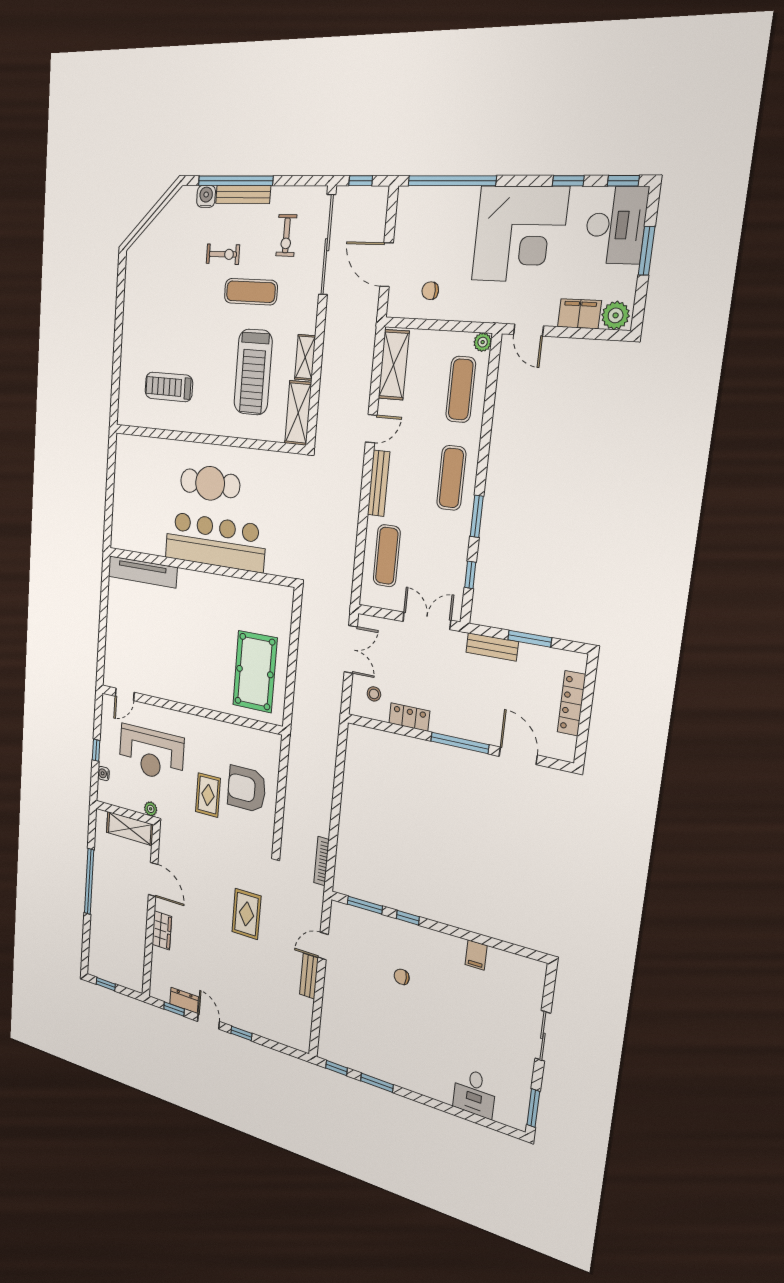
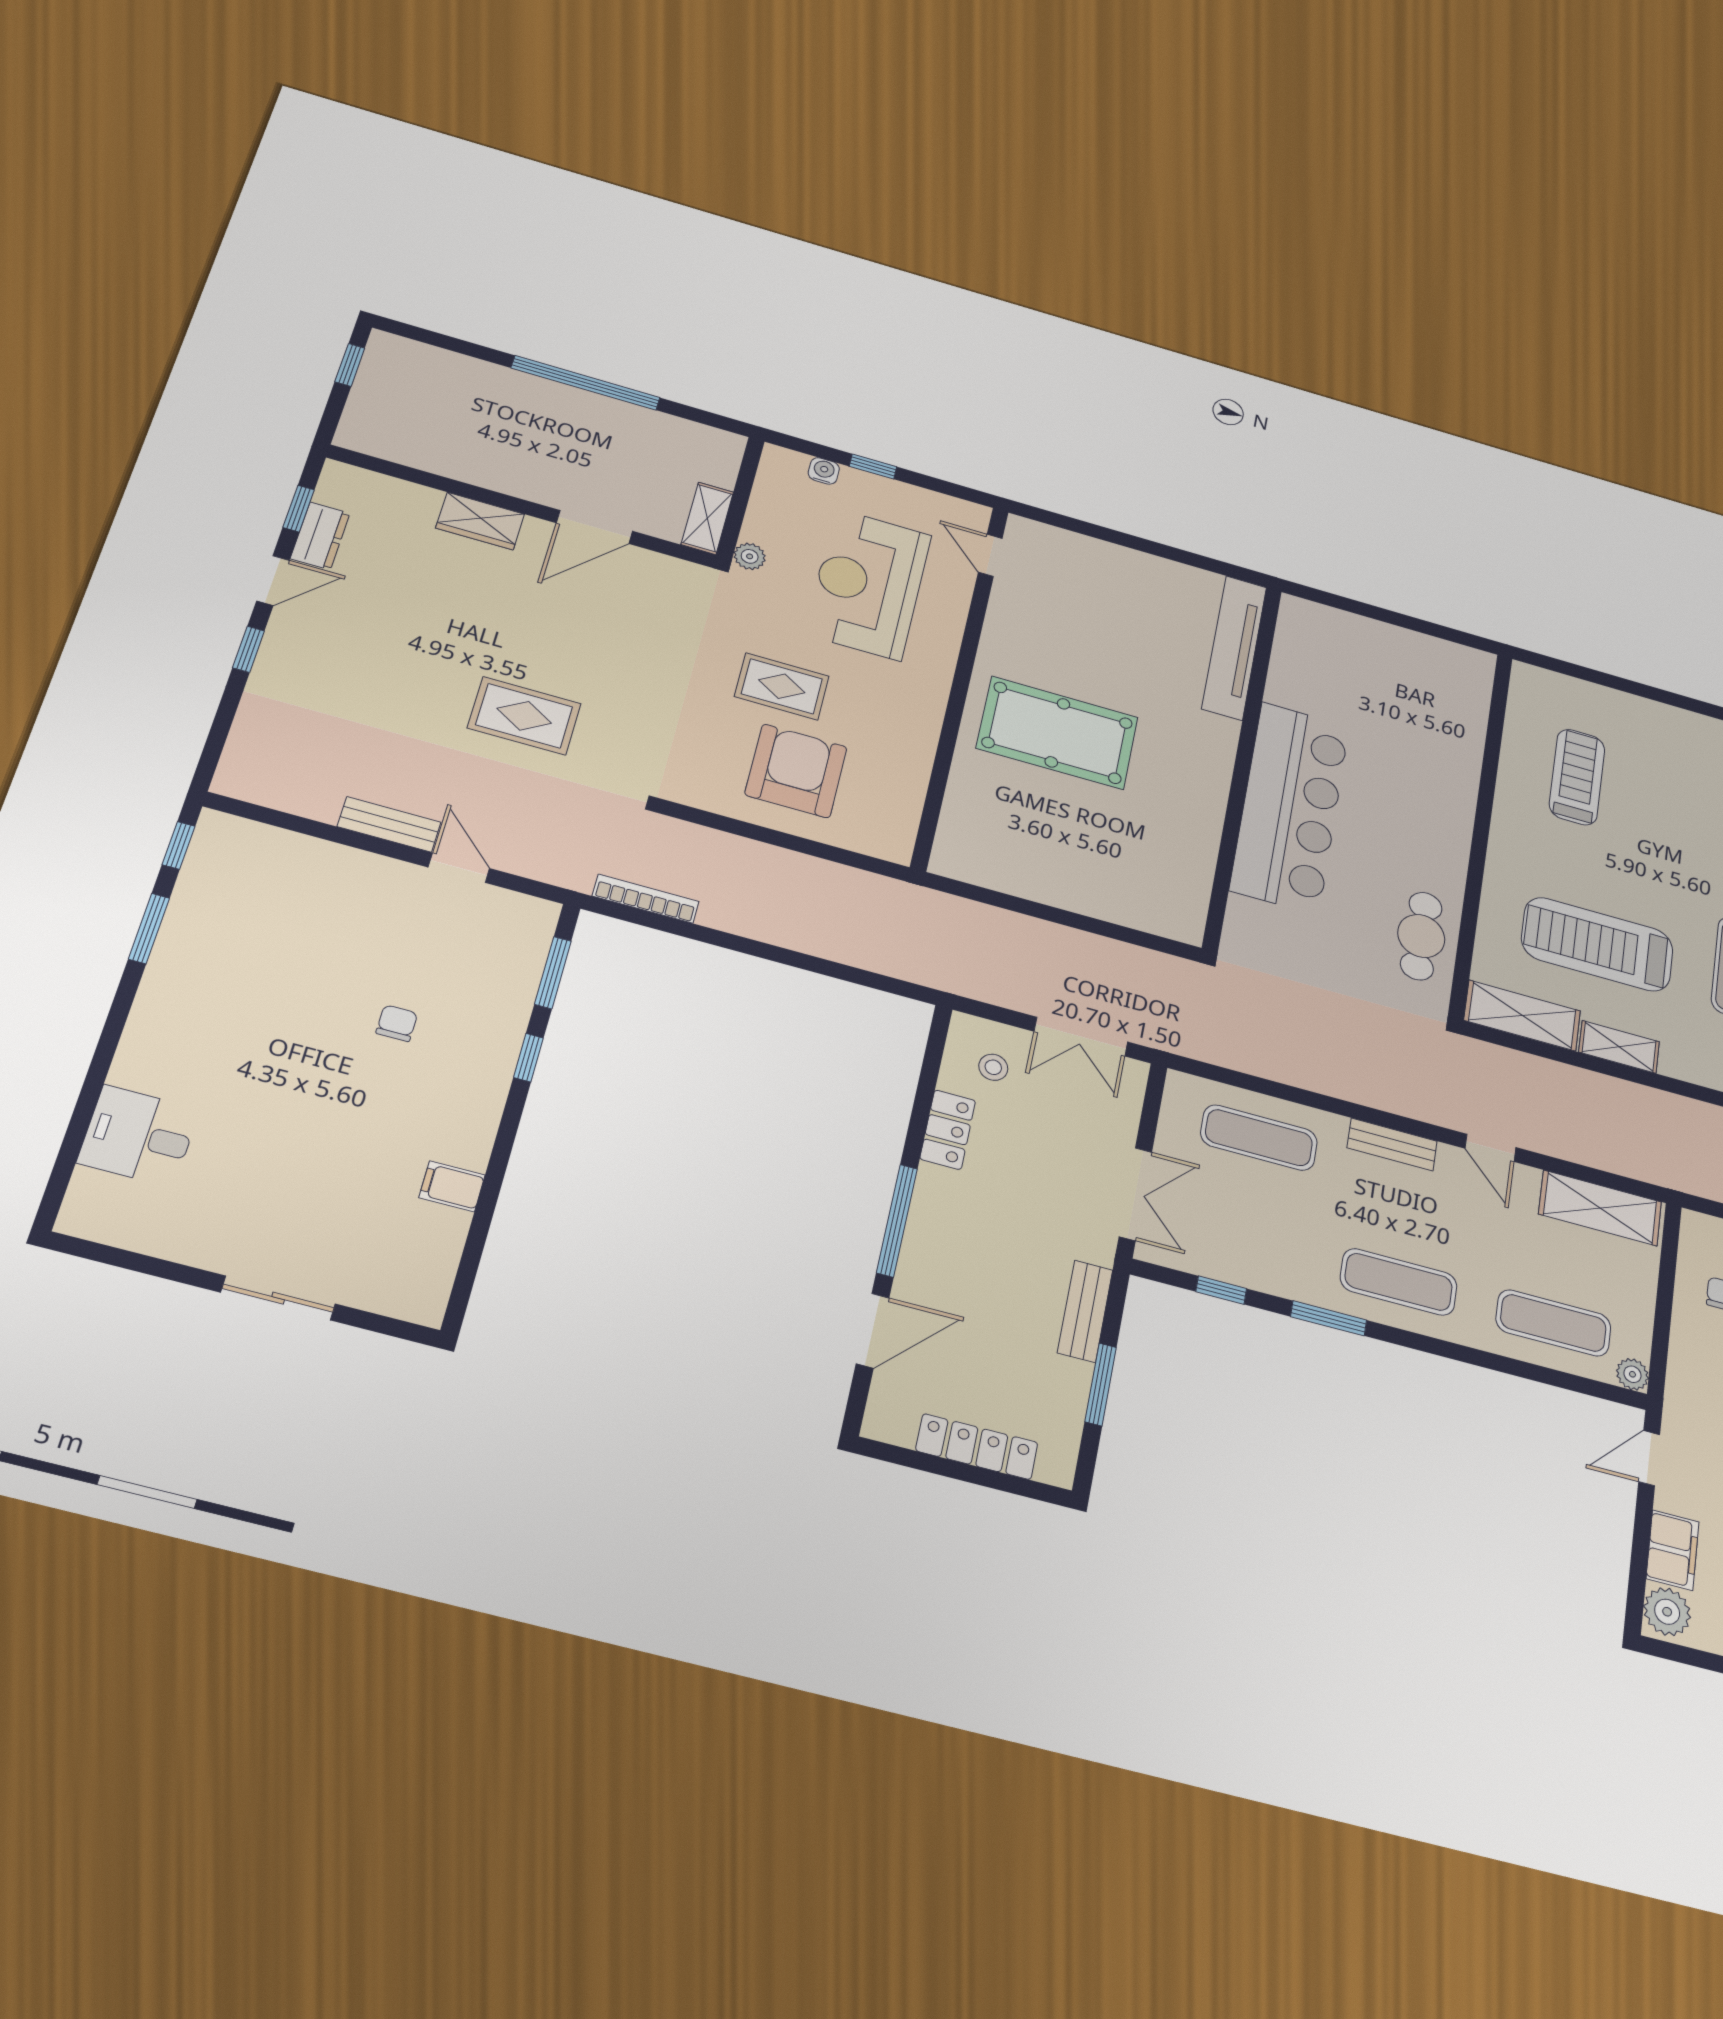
cafe table: (210, 483) -> (1421, 936), moved, width x0.73, depth x0.74
bench: (378, 483) -> (1392, 1144), width x0.73
pool table: (255, 672) -> (1057, 733), moved
shelving: (130, 828) -> (707, 518), width x0.67, depth x0.75
window: (533, 1108) -> (111, 1256), removed

